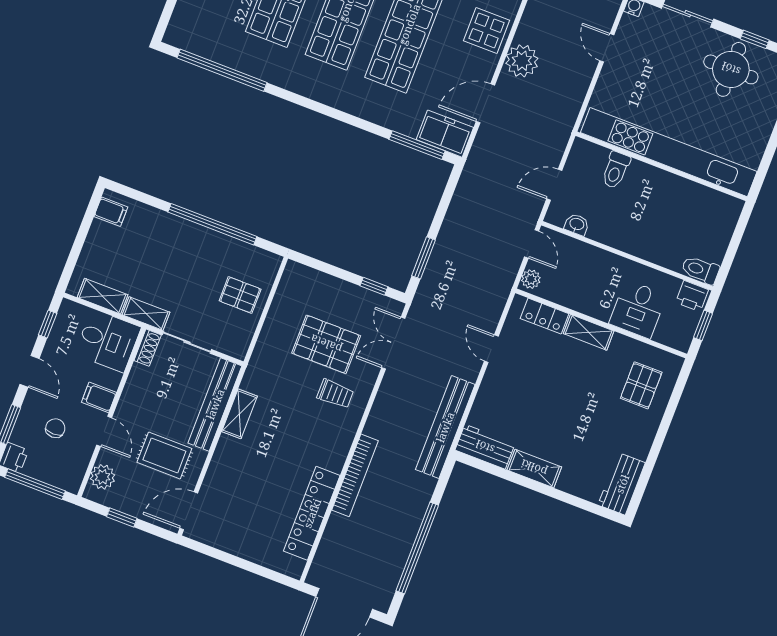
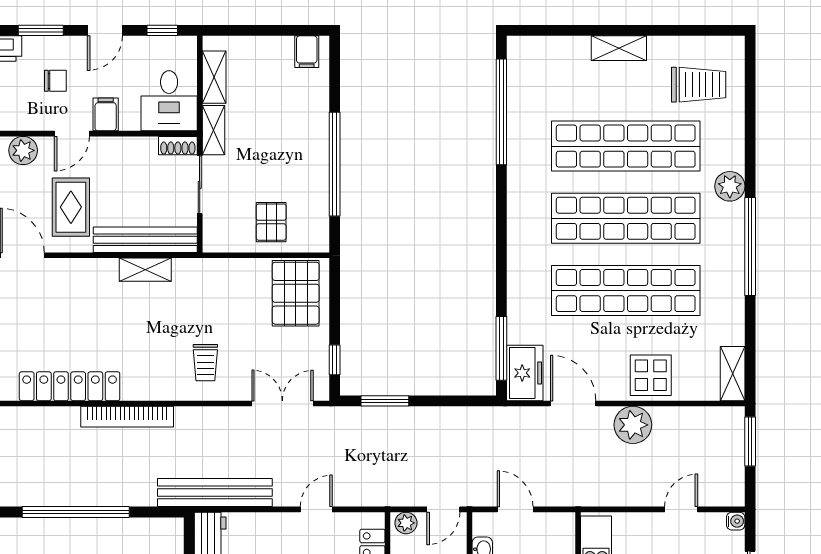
pallet: (326, 344) -> (296, 293), moved

